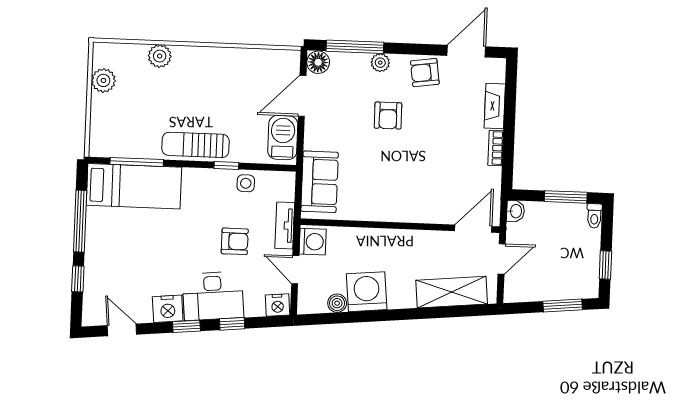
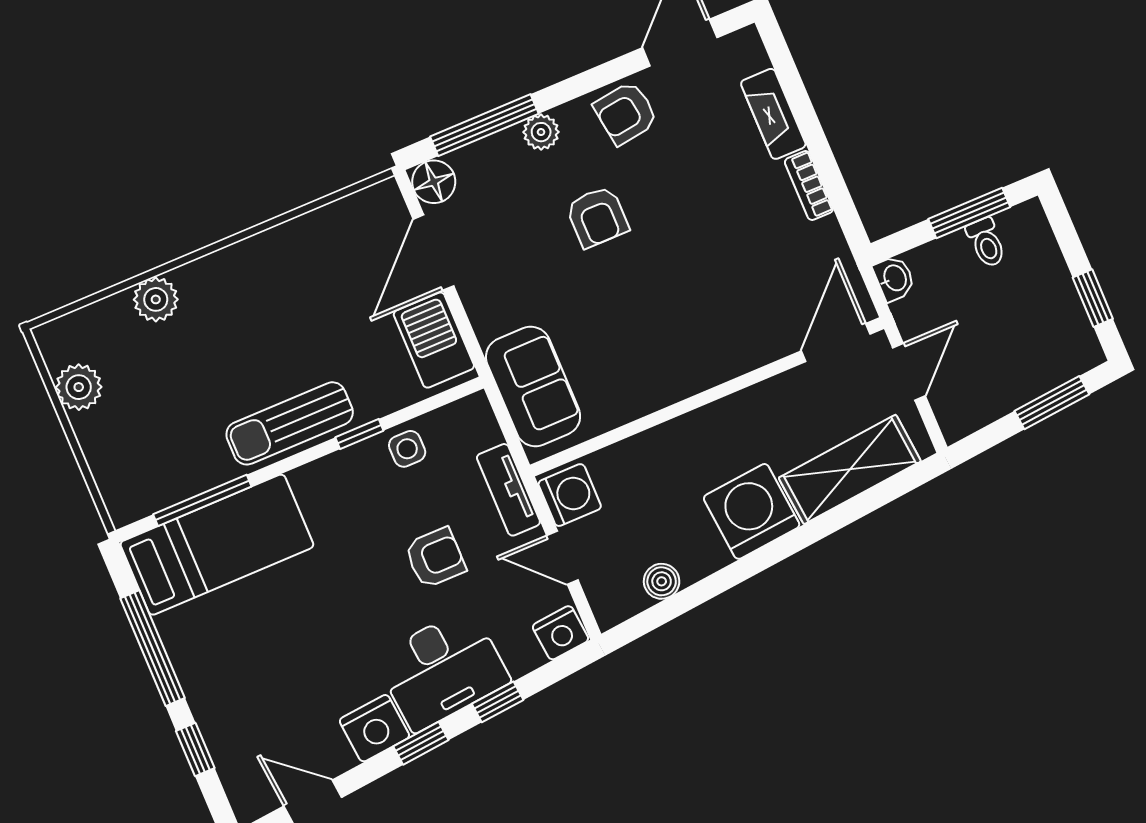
toilet: (594, 216) -> (986, 243), moved
washing machine: (367, 292) -> (752, 511), moved

